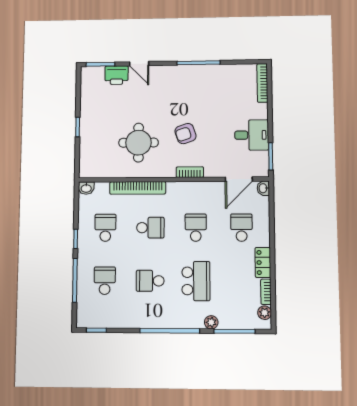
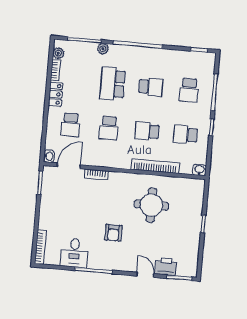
armchair: (186, 134) -> (113, 233), moved, turned 108
desk: (252, 135) -> (74, 253), moved, turned -90
bookcase: (190, 172) -> (96, 174), moved
school desk: (105, 228) -> (185, 135), turned 90

